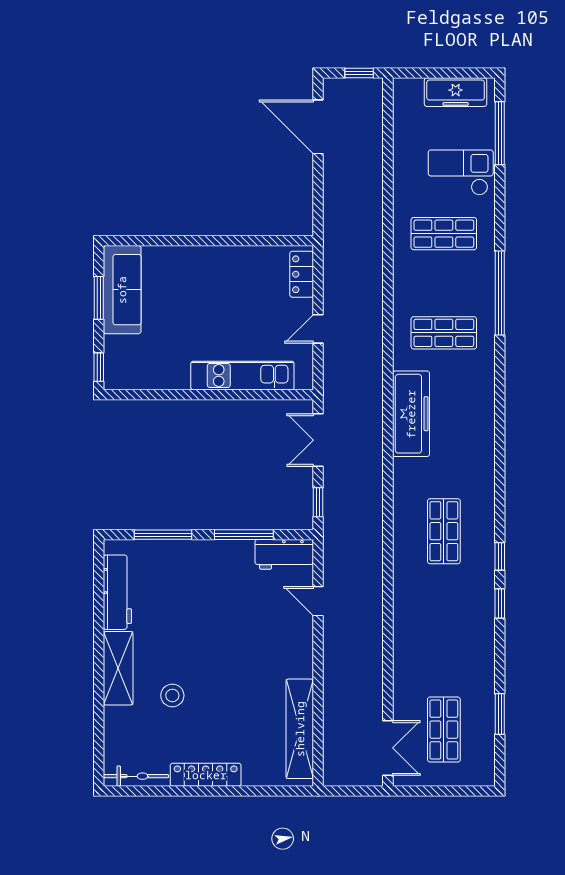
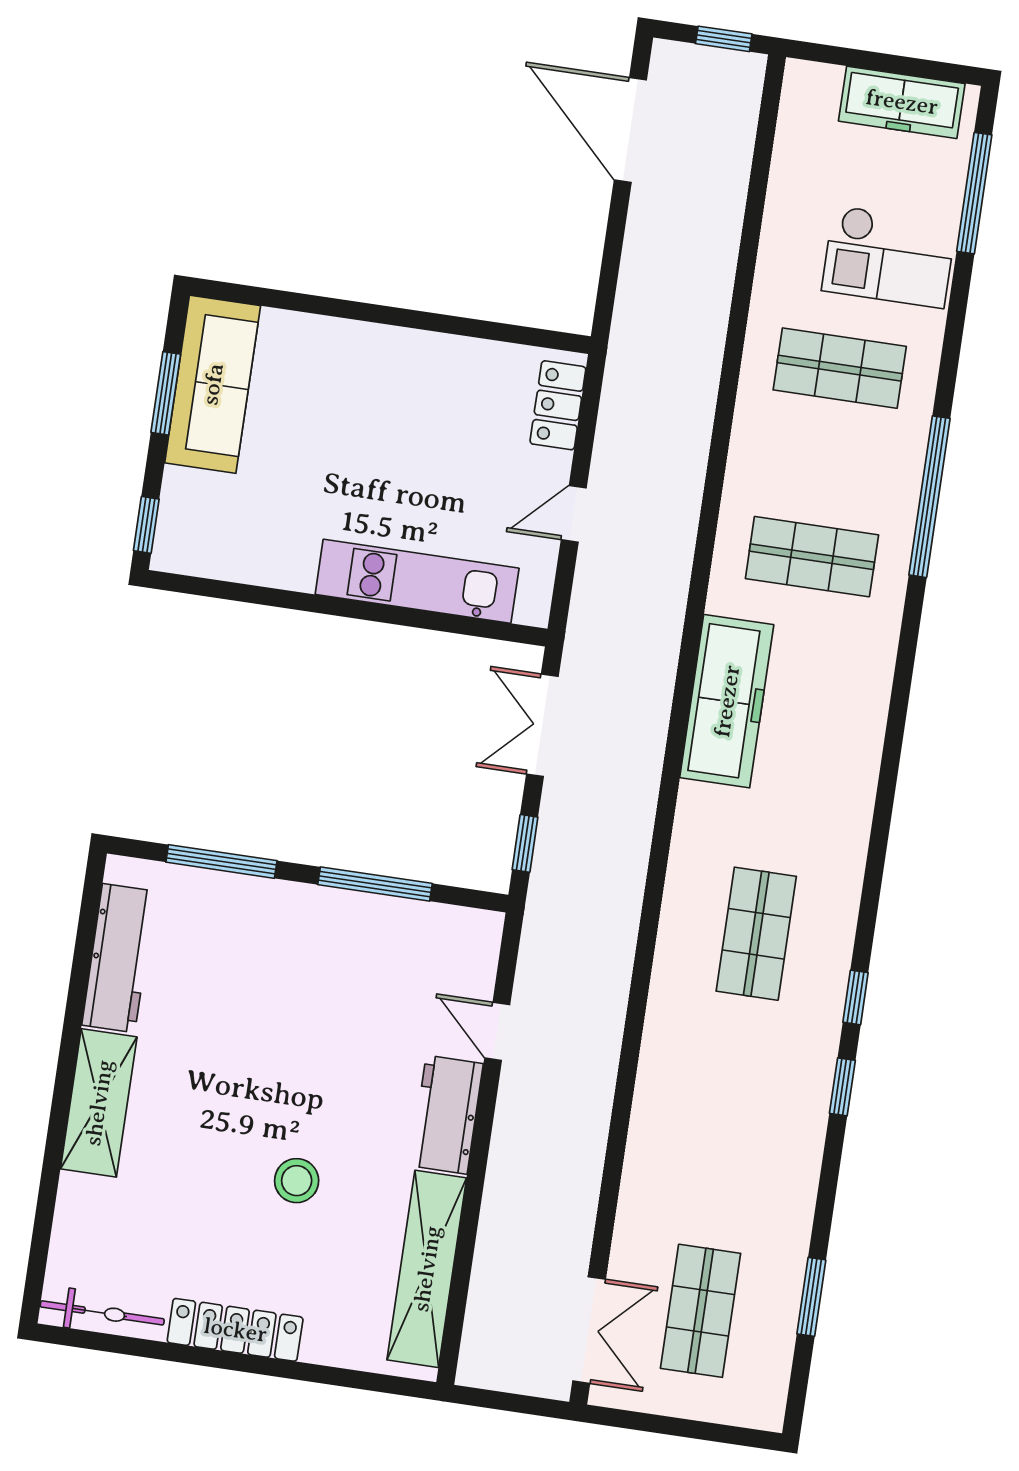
checkout: (461, 172) -> (889, 257), turned 180
workbench: (284, 554) -> (447, 1115), moved, turned 90
stool: (172, 695) -> (297, 1181), moved

